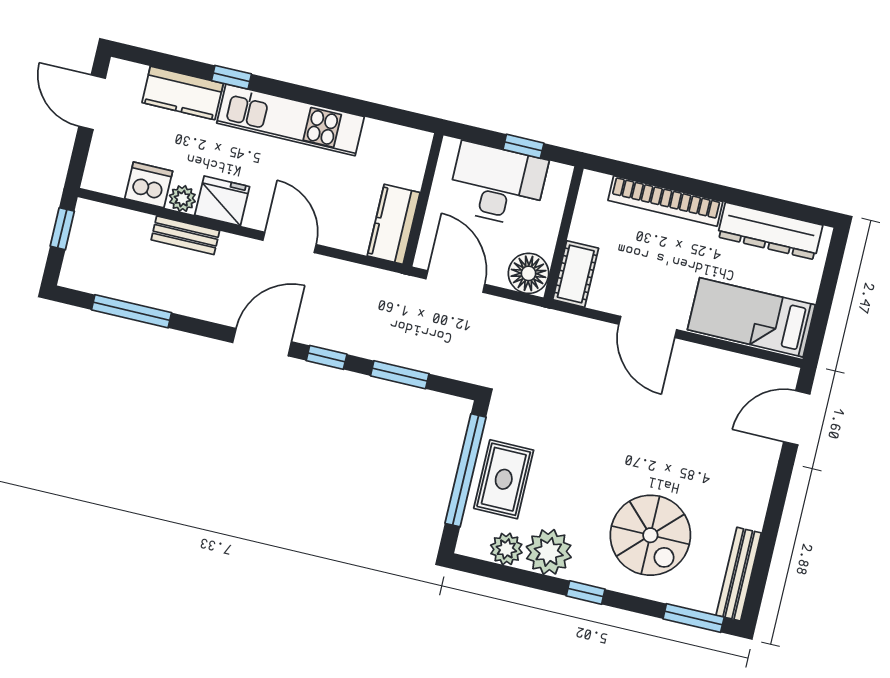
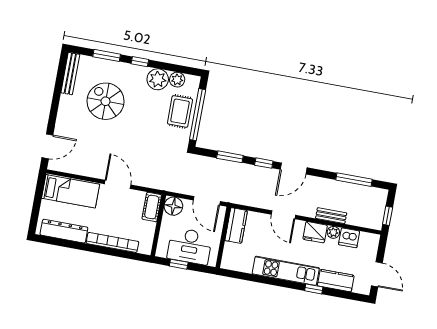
spiral stairs: (650, 535) -> (106, 101), moved
window: (694, 618) -> (107, 55), moved

